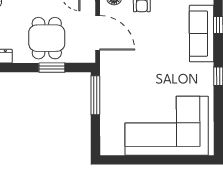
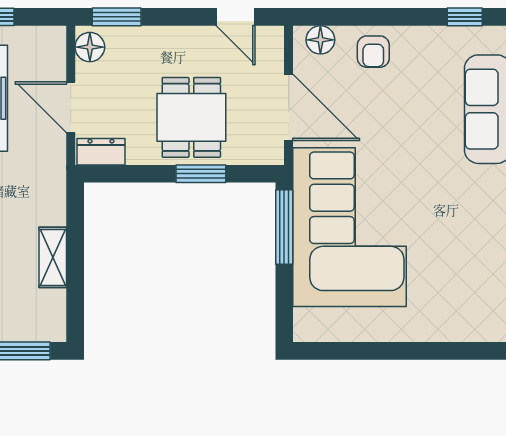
corner sofa: (167, 126) -> (350, 227), moved, turned 90

